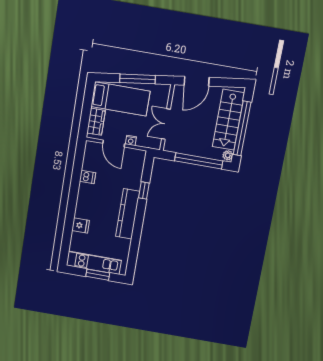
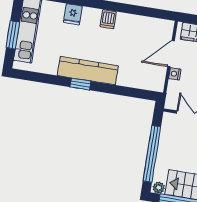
dishwasher: (88, 177) -> (108, 19), moved
window: (144, 190) -> (81, 84), moved

